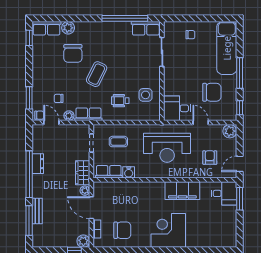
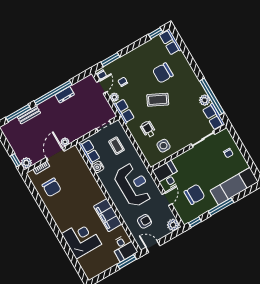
plant: (68, 28) -> (205, 100), moved
chair: (212, 92) -> (194, 194), turned -90
reception desk: (167, 148) -> (133, 185), turned 180
wardrobe: (83, 173) -> (77, 132), removed
corner desk: (168, 230) -> (82, 239), moved

